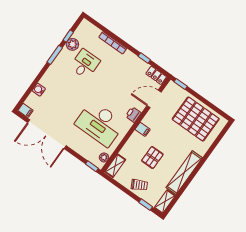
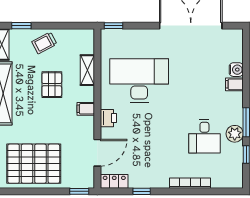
plant: (72, 44) -> (235, 134), moved
filing cabinet: (25, 110) -> (234, 84), moved
plant: (104, 157) -> (107, 45), removed
shelving: (115, 166) -> (87, 70), moved

